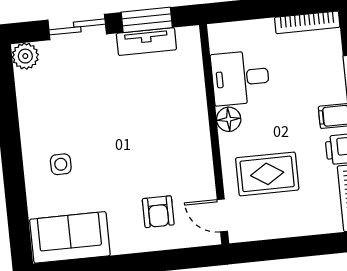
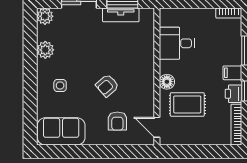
bookcase: (307, 22) -> (229, 13), width x0.64
plant: (31, 110) -> (45, 50), added
floor lamp: (229, 119) -> (167, 82), moved
armchair: (136, 157) -> (107, 86), added

